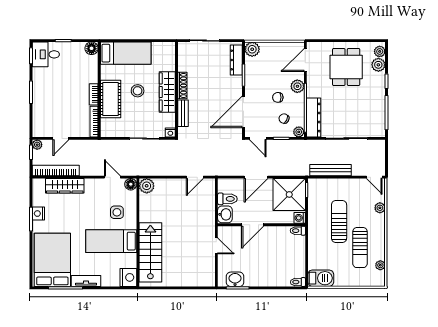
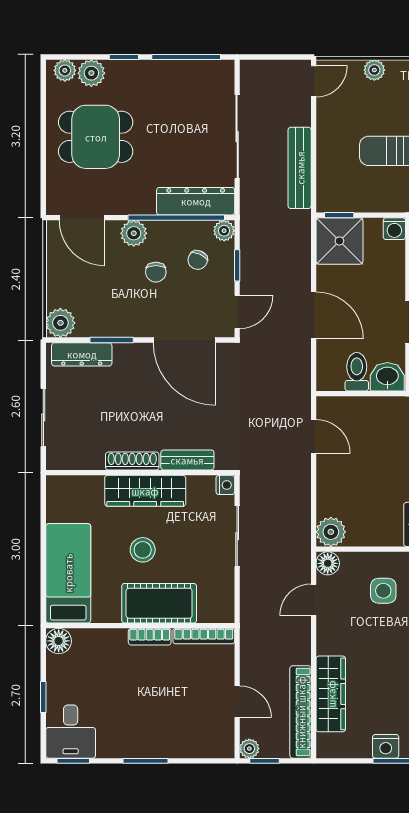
shower: (289, 194) -> (339, 241), width x0.73, depth x0.73

